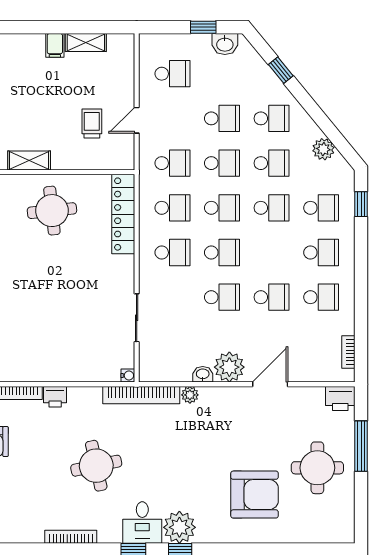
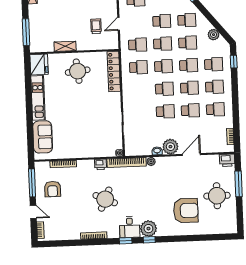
school desk: (172, 253) -> (189, 88), moved
printer: (55, 397) -> (101, 164), moved
round table: (96, 466) -> (105, 199), turned 36

